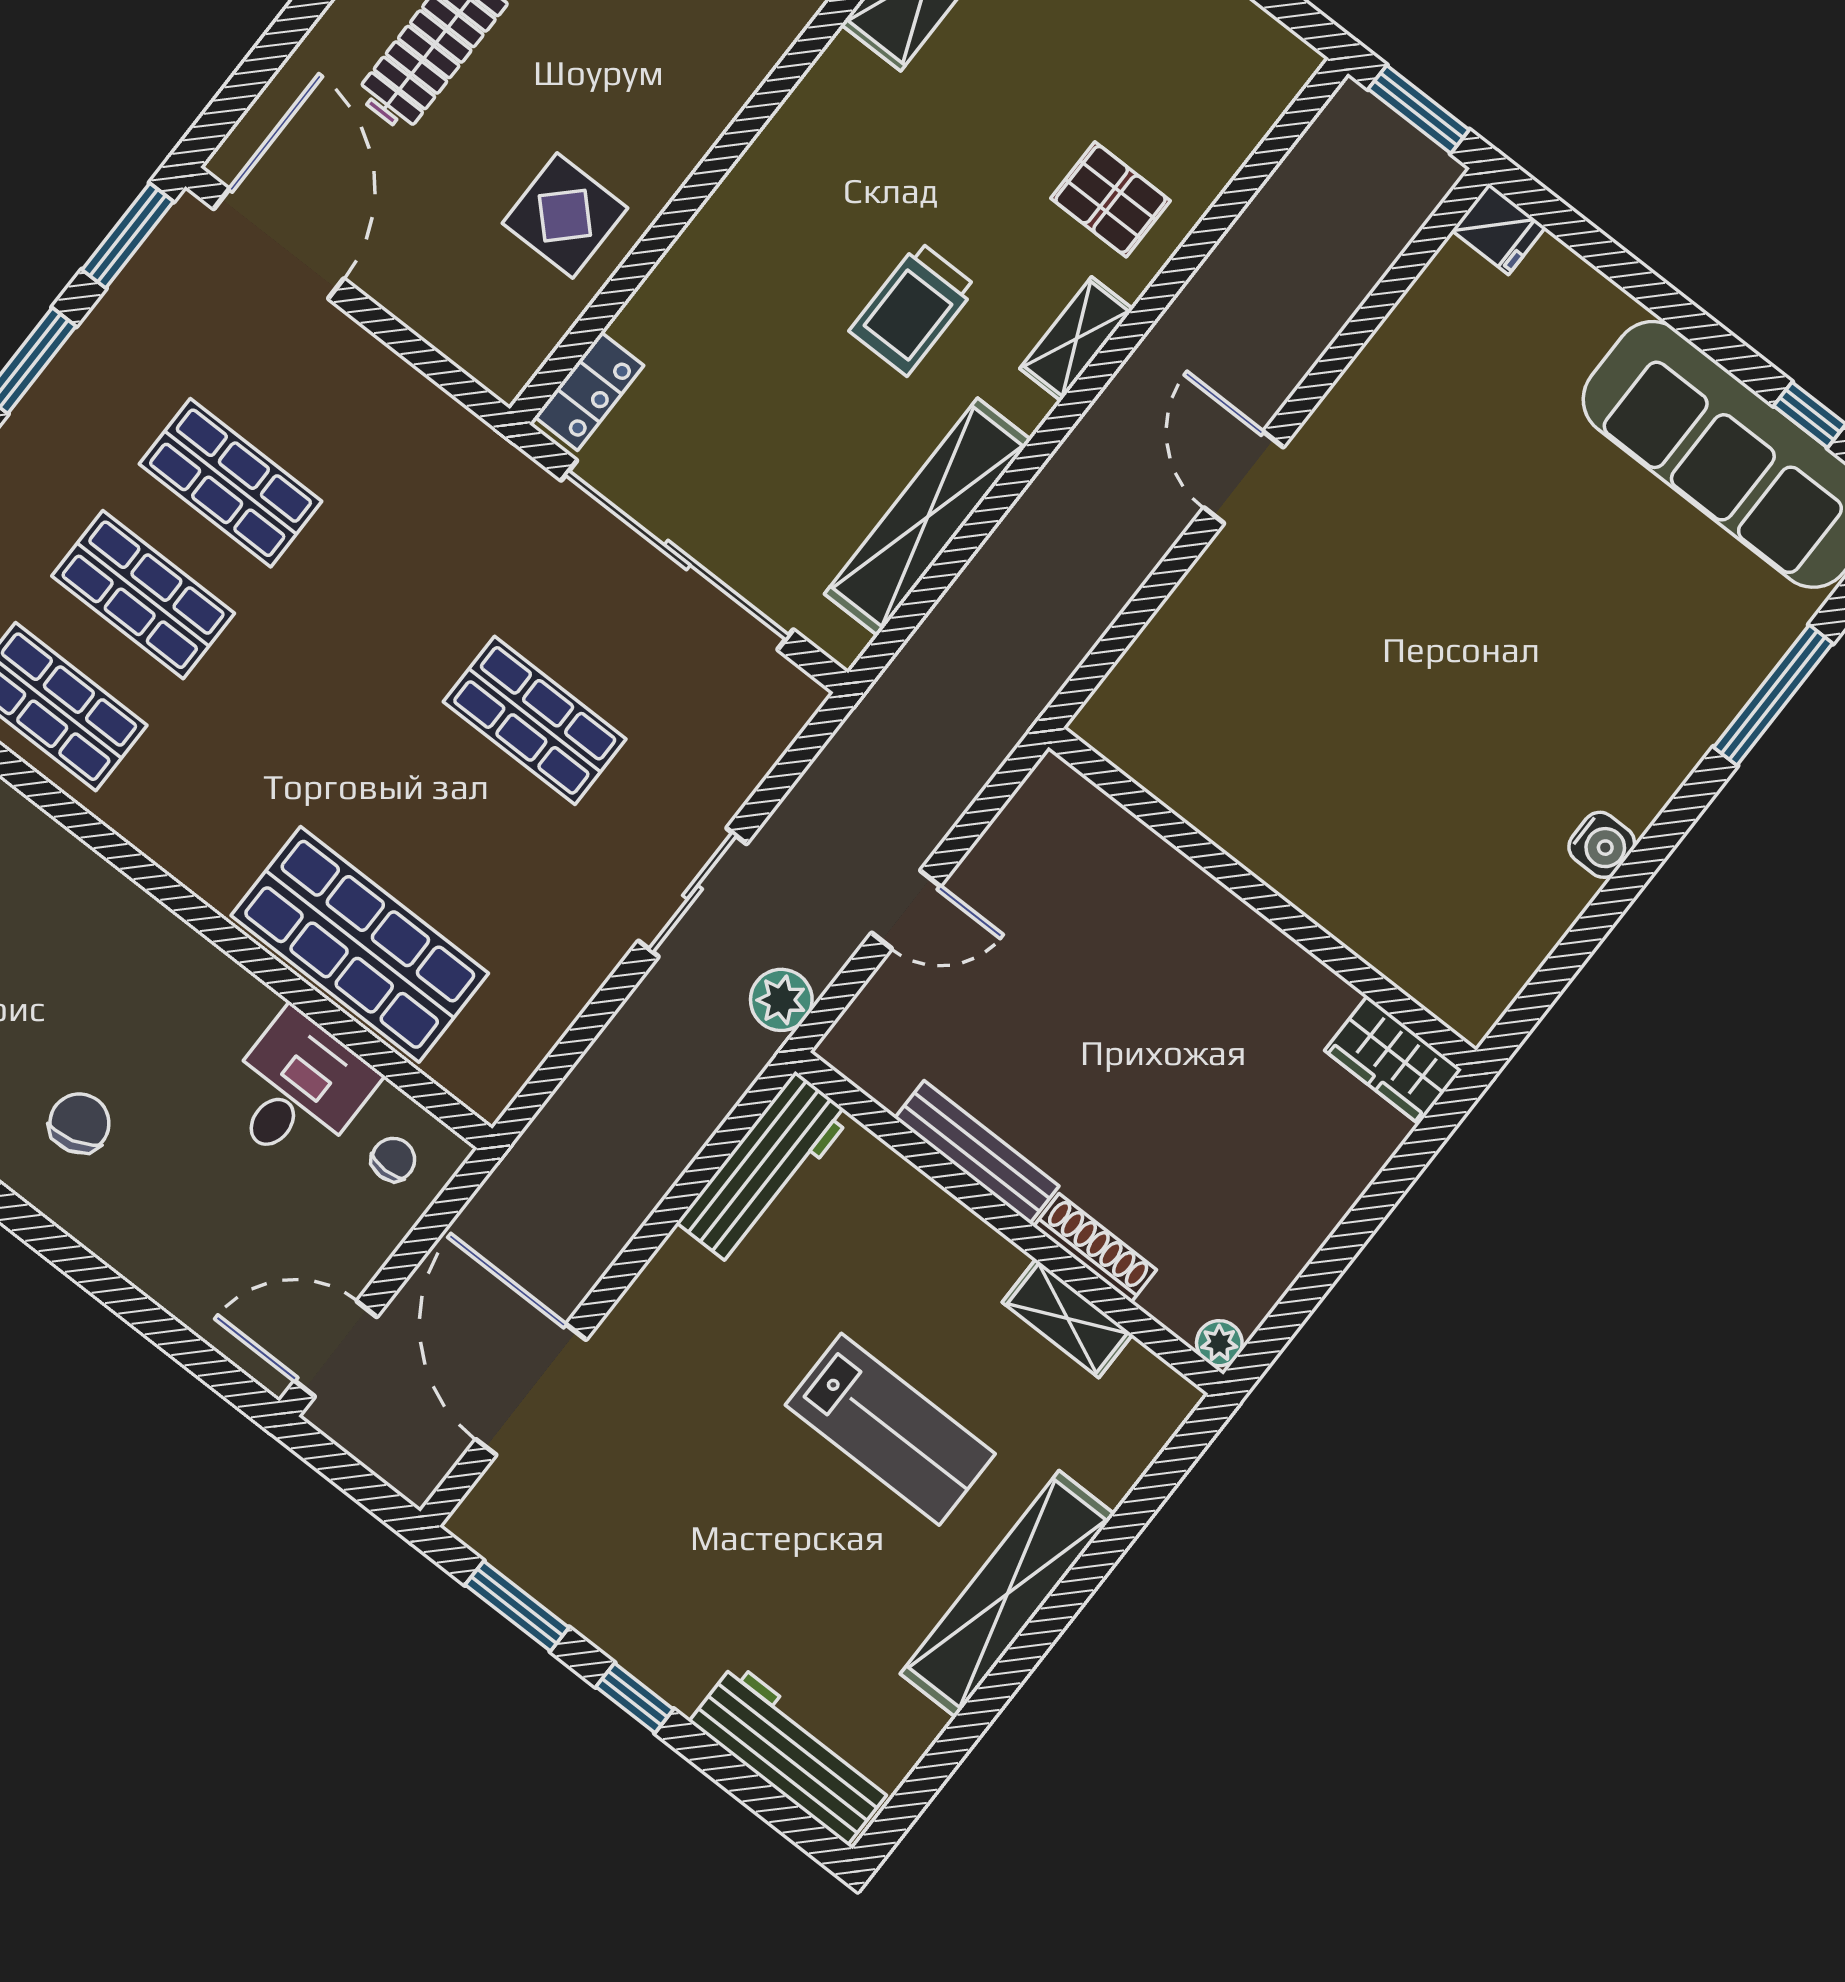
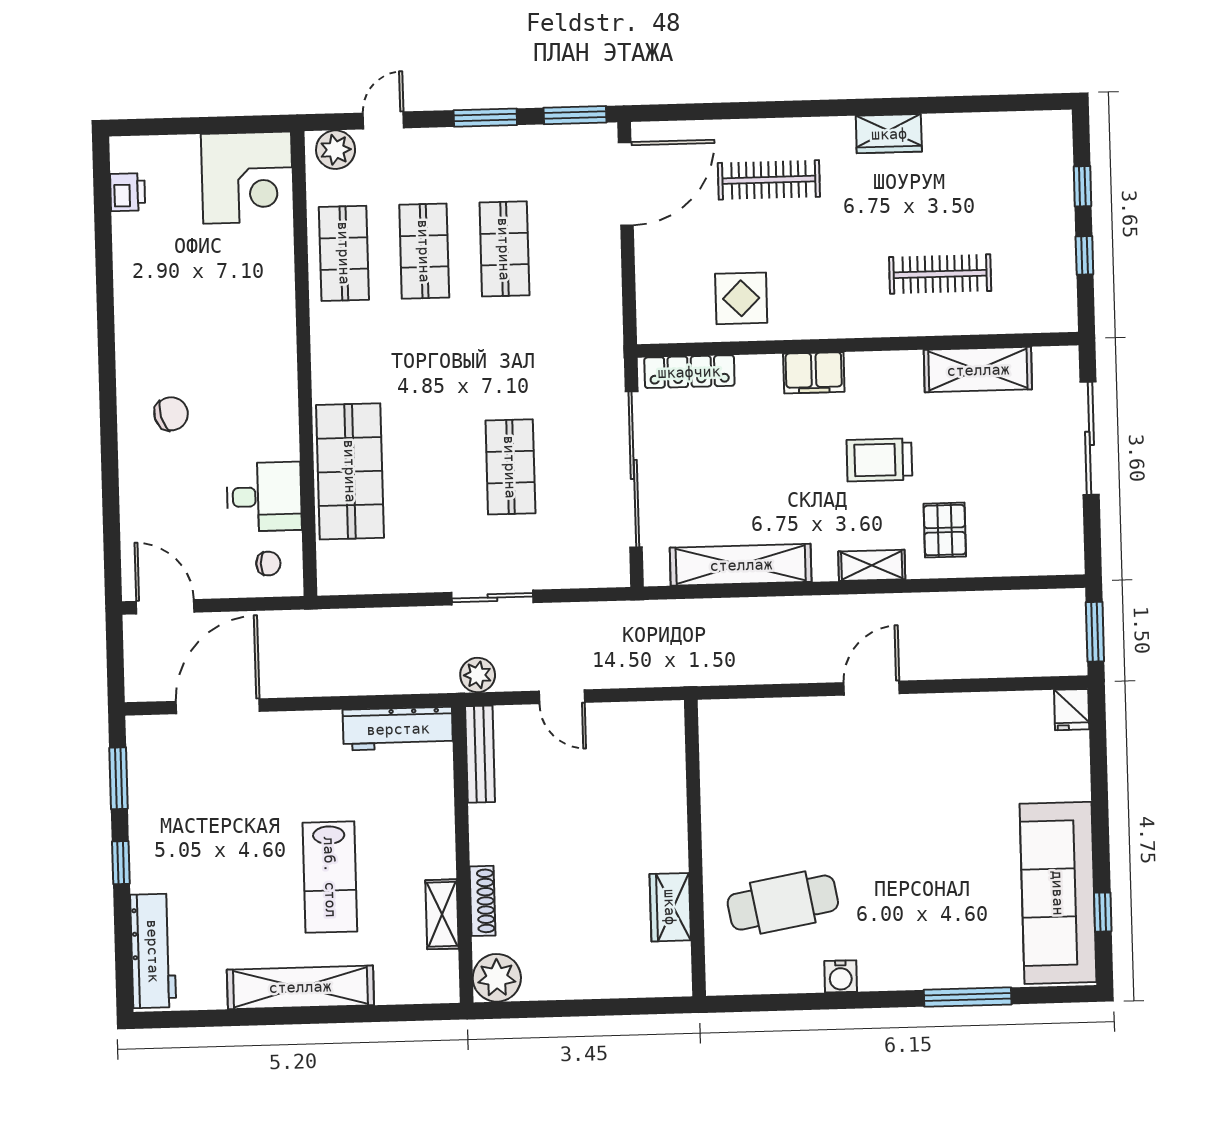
filing cabinet: (748, 201) -> (814, 373), added
trolley: (913, 309) -> (879, 460), moved
locker: (589, 391) -> (689, 372), width x1.53
cafe table: (1436, 840) -> (783, 903), added
wardrobe: (1393, 1060) -> (670, 907), moved
bench: (977, 1152) -> (480, 754), moved
plant: (1219, 1343) -> (497, 978), width x1.87, depth x1.87

